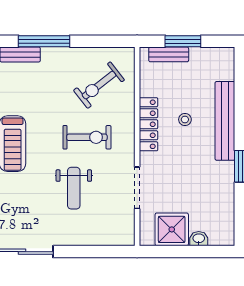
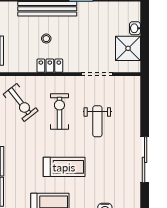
locker: (148, 124) -> (50, 66), width x0.66
weight bench: (74, 188) -> (97, 121), turned 90

